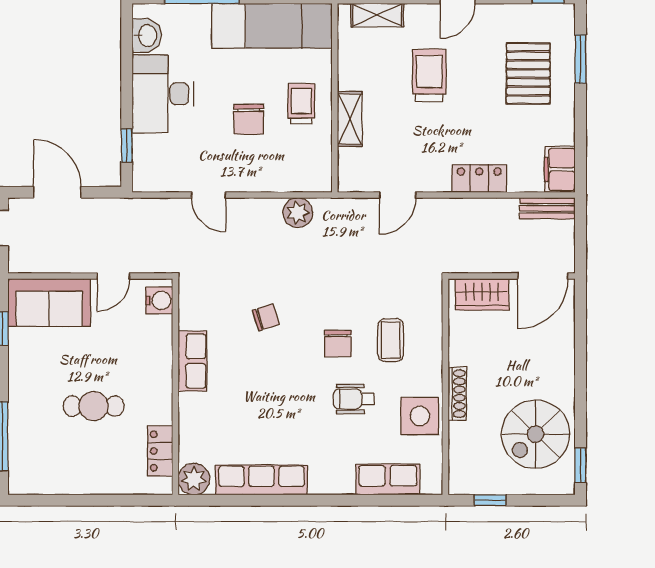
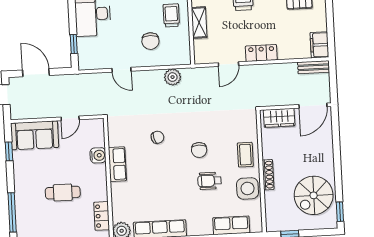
chair: (249, 119) -> (150, 41), moved
locker: (479, 178) -> (261, 53), moved
water cooler: (159, 300) -> (98, 155), moved
coffee table: (391, 340) -> (245, 155), moved

